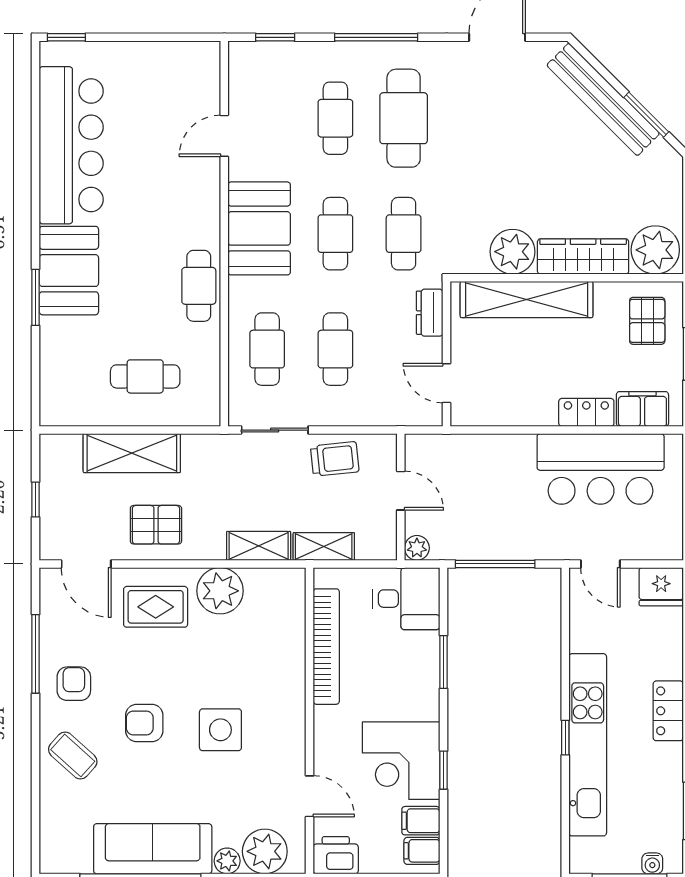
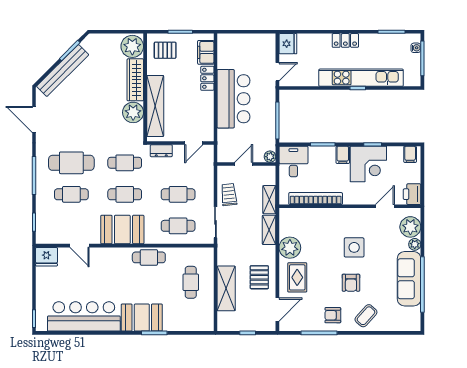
fridge: (200, 64) -> (46, 257), added
bar counter: (601, 469) -> (233, 99), moved
filing cabinet: (421, 821) -> (343, 155), moved

